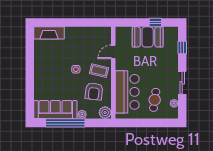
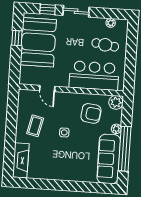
booth: (148, 37) -> (38, 42), width x1.36, depth x1.42
coffee table: (99, 71) -> (35, 126), moved
sliding door: (182, 83) -> (76, 11), moved

